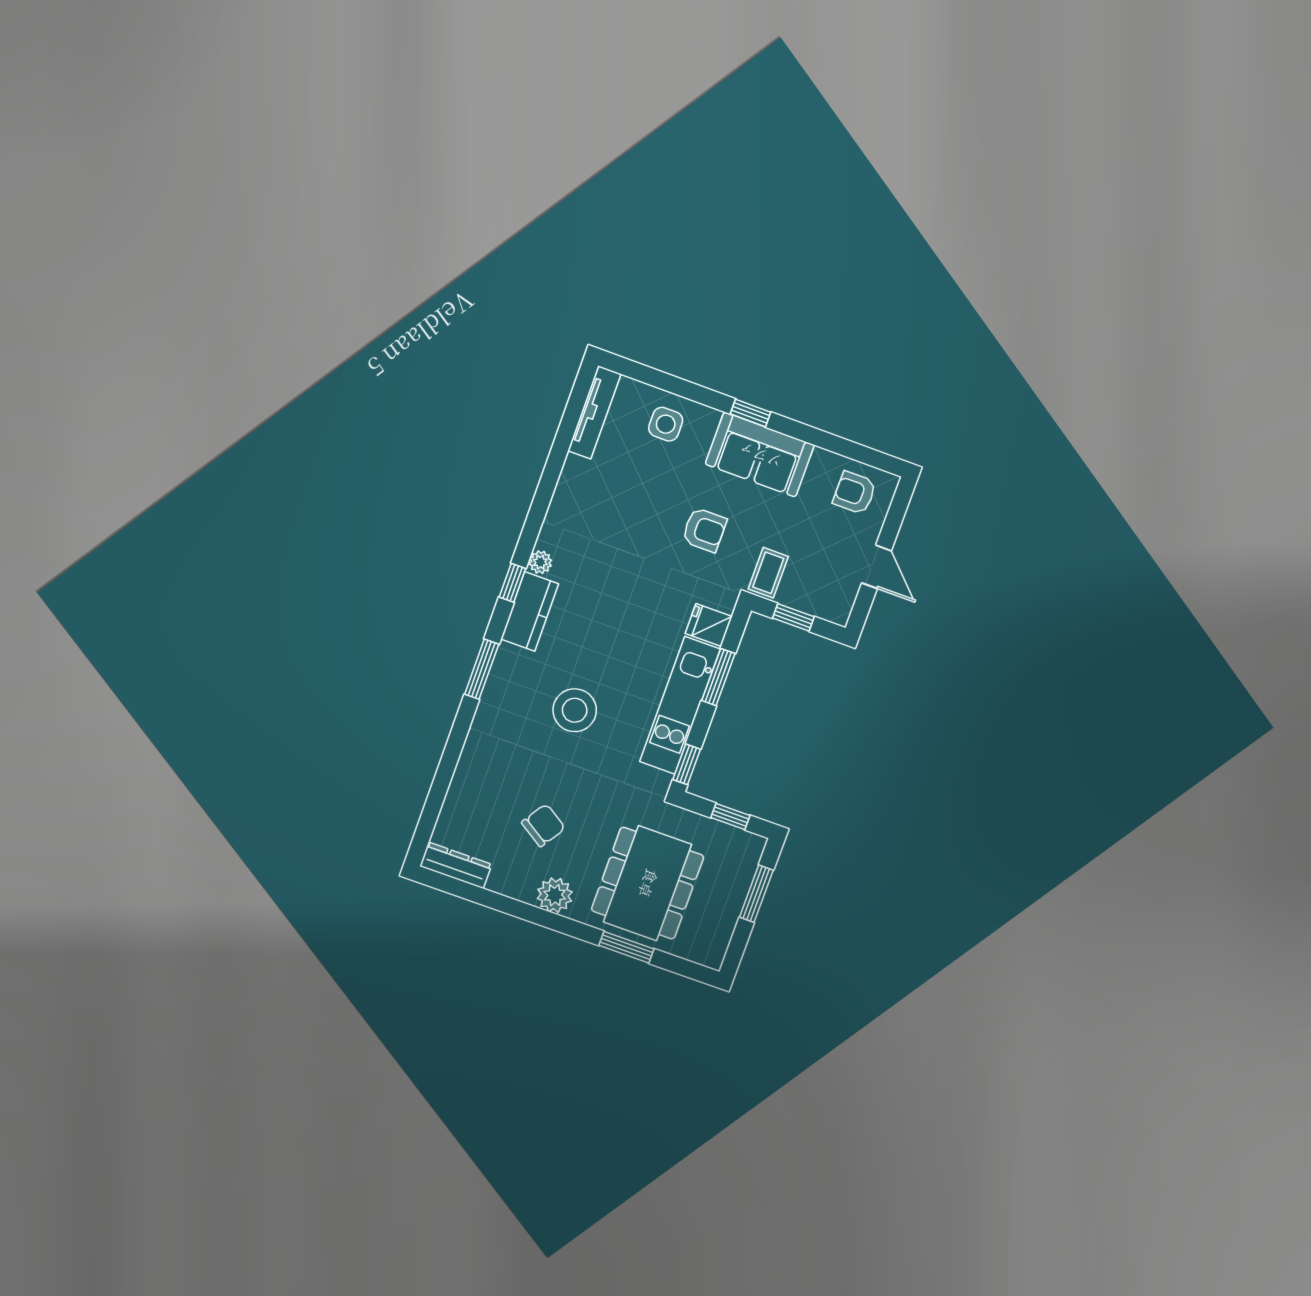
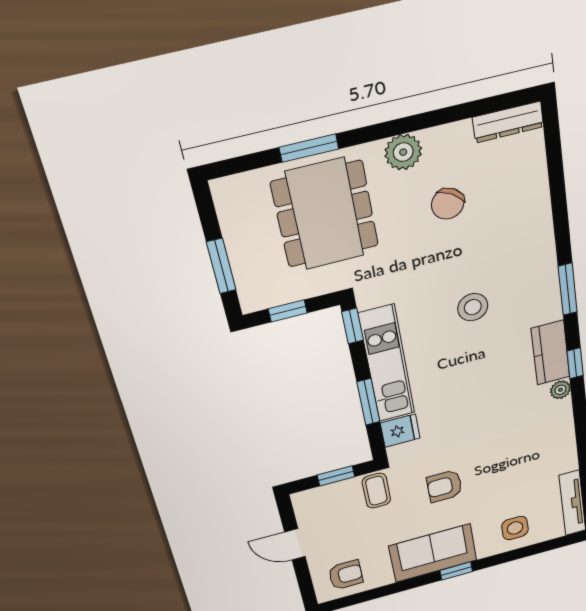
stool: (575, 710) -> (473, 307), width x0.73, depth x0.73

